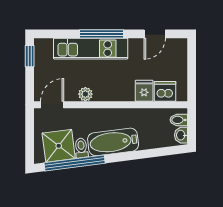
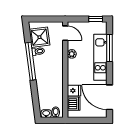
window: (102, 34) -> (109, 48), moved
door: (155, 34) -> (109, 97), width x1.87
bathtub: (113, 142) -> (42, 71), removed
window: (75, 163) -> (31, 61), moved

